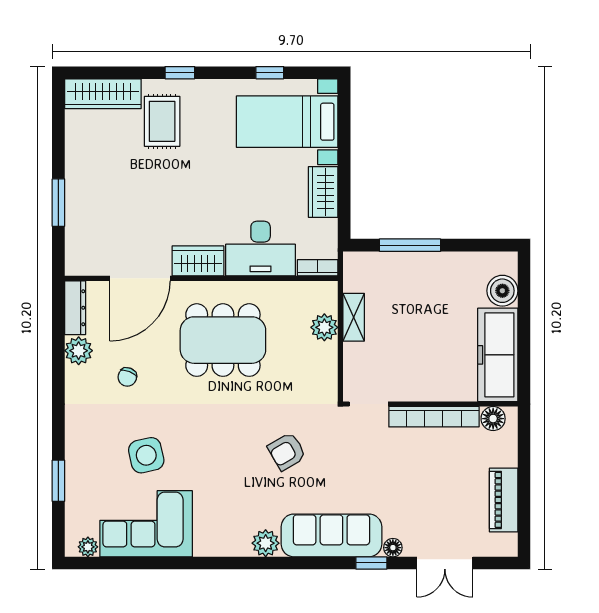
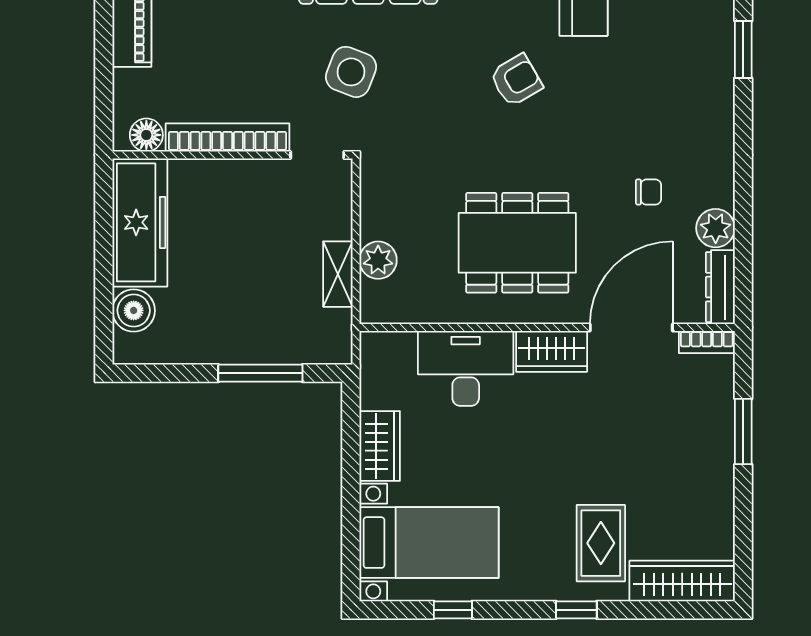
bookcase: (318, 268) -> (707, 342), moved
chair: (127, 377) -> (649, 192), turned 68
armchair: (287, 452) -> (516, 80), moved
side table: (146, 455) -> (351, 72), moved, turned 34

